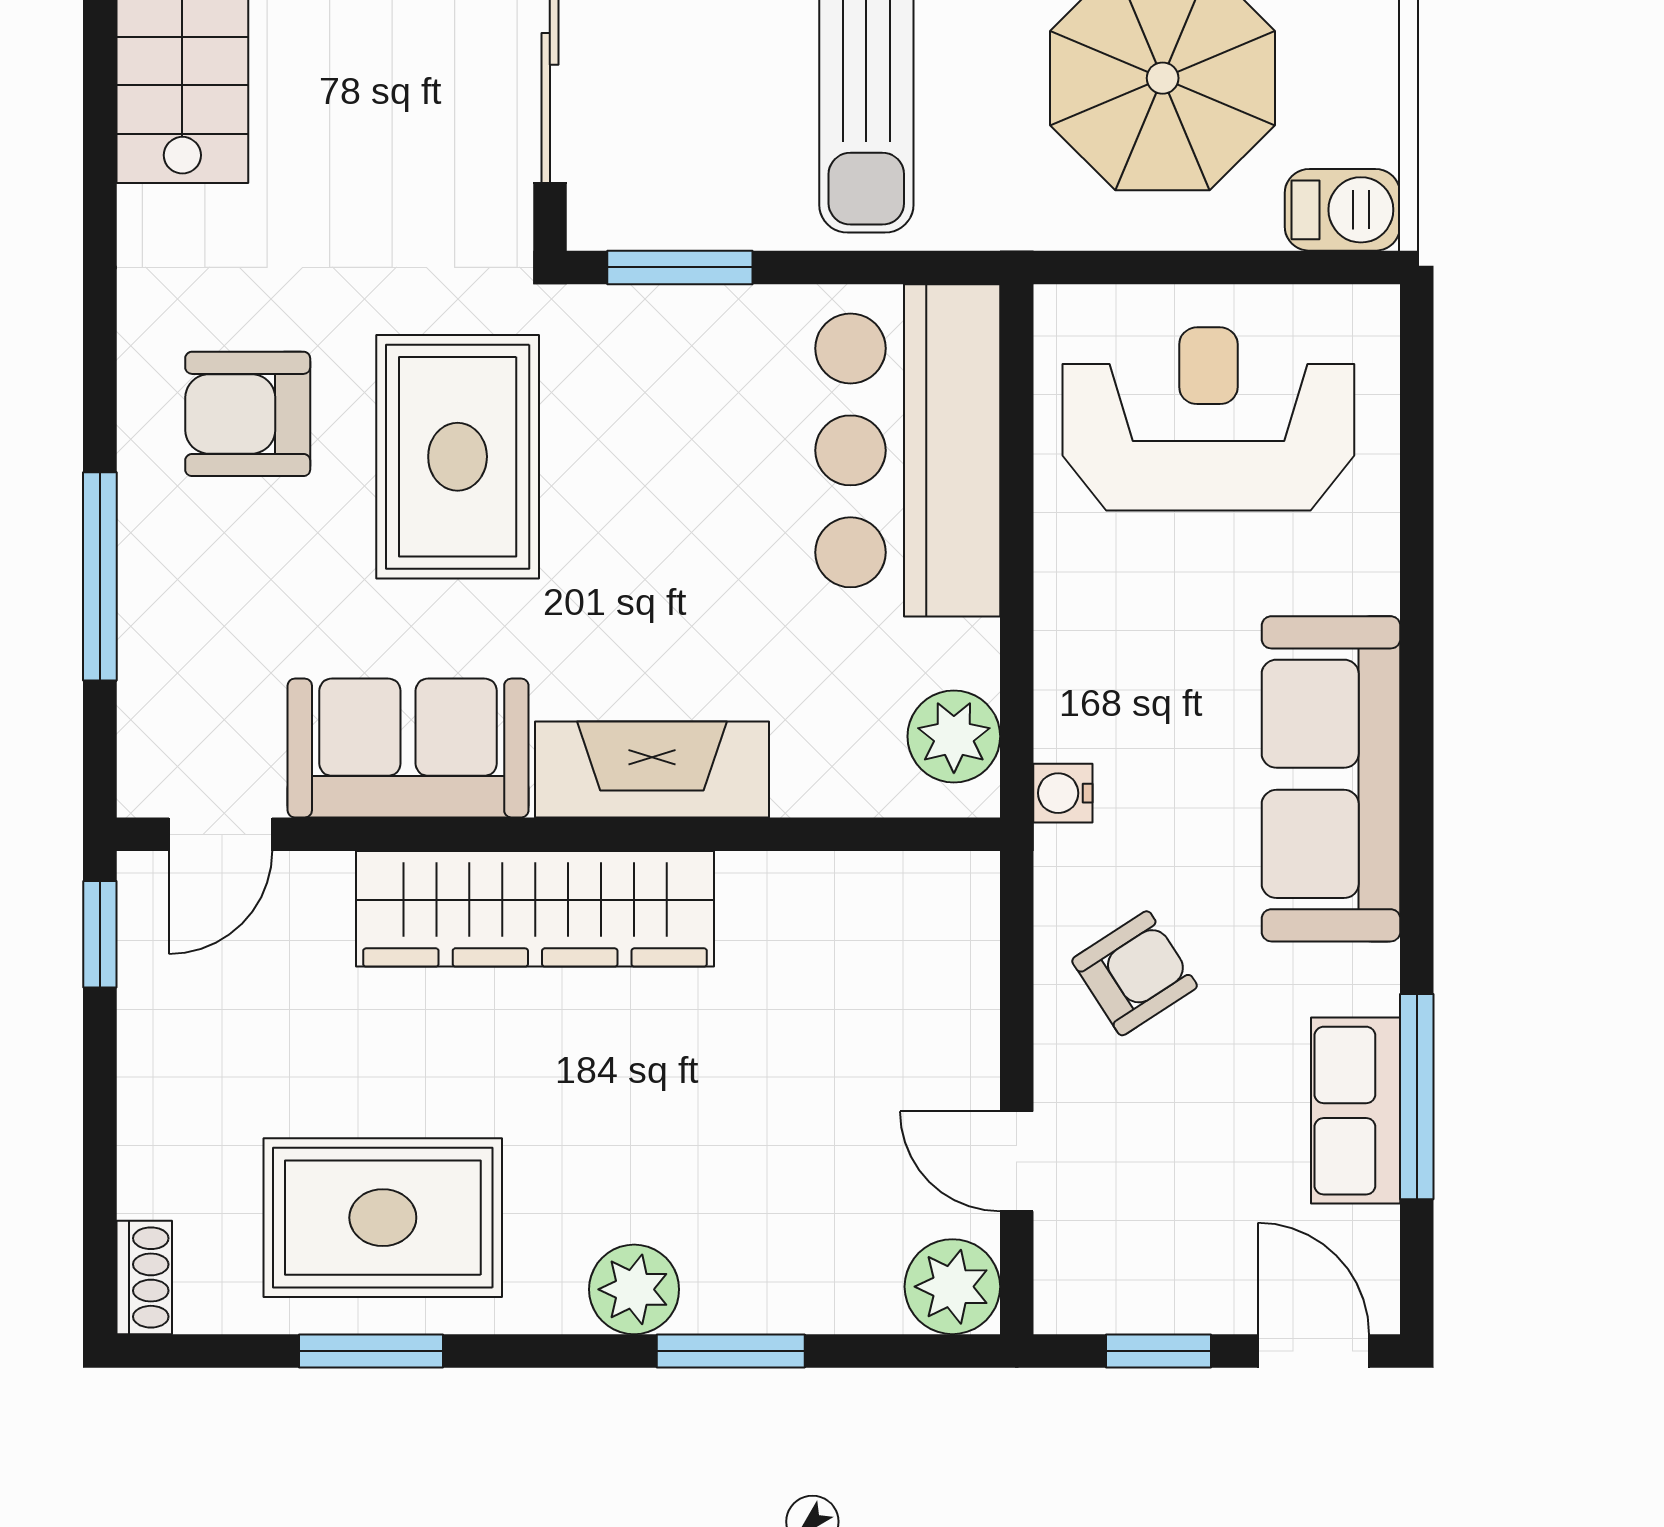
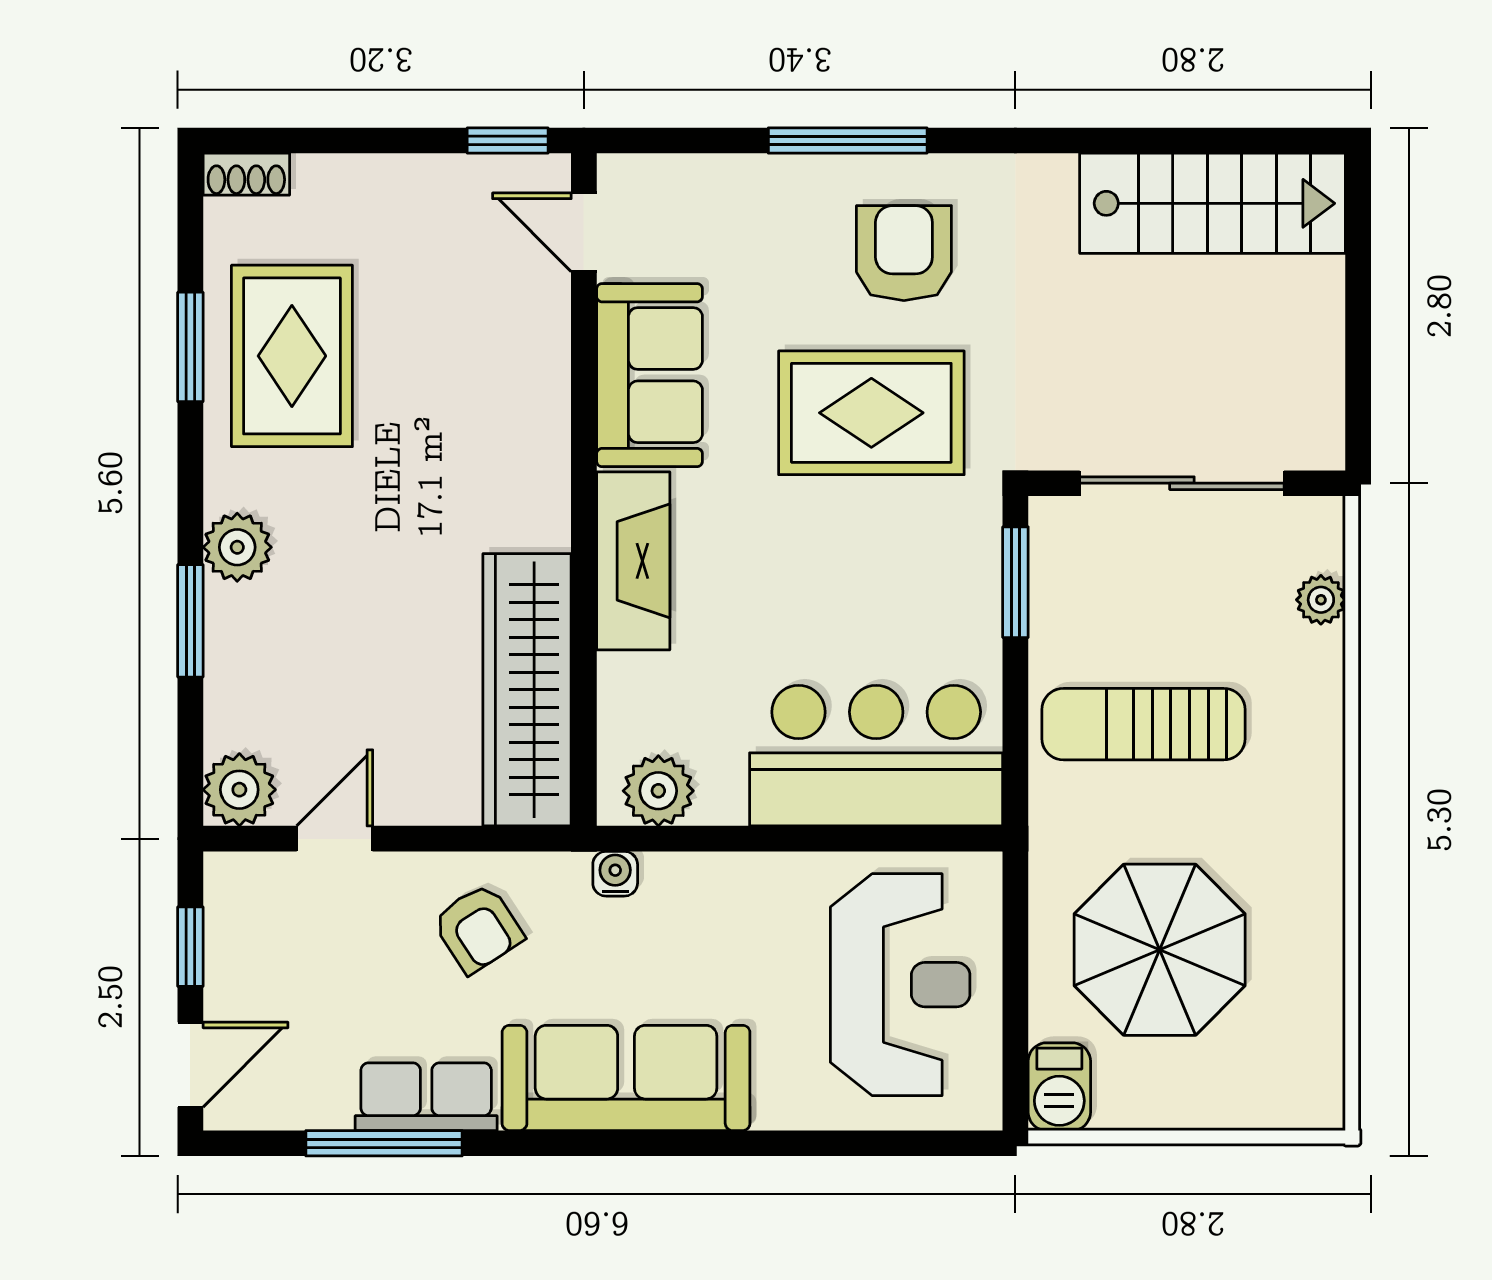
window: (100, 576) -> (848, 140), moved
wardrobe: (535, 909) -> (527, 690), moved
row of seats: (1356, 1111) -> (426, 1097), moved

